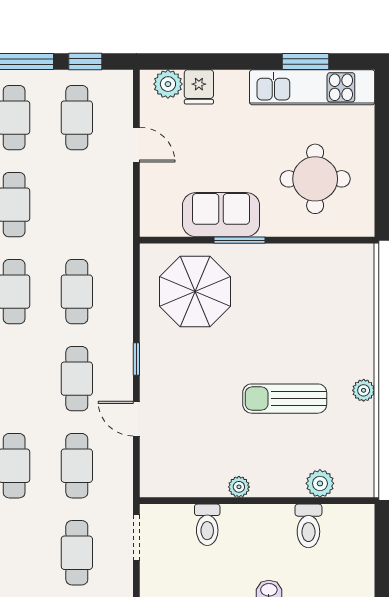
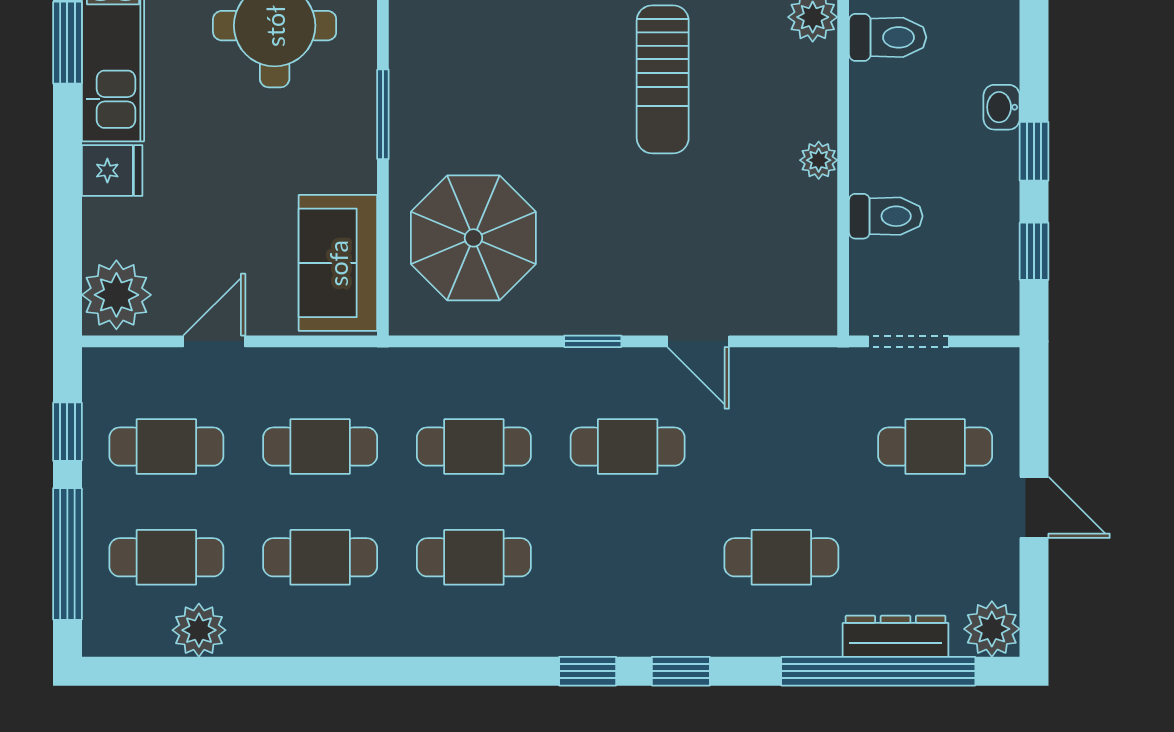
plant: (168, 84) -> (116, 295), width x1.36, depth x1.36
fridge: (199, 87) -> (112, 171), moved
sofa: (221, 215) -> (338, 263), moved
window: (239, 240) -> (383, 114), moved
door: (136, 419) -> (698, 341), hinge flipped
cafe table: (77, 466) -> (320, 447), moved

